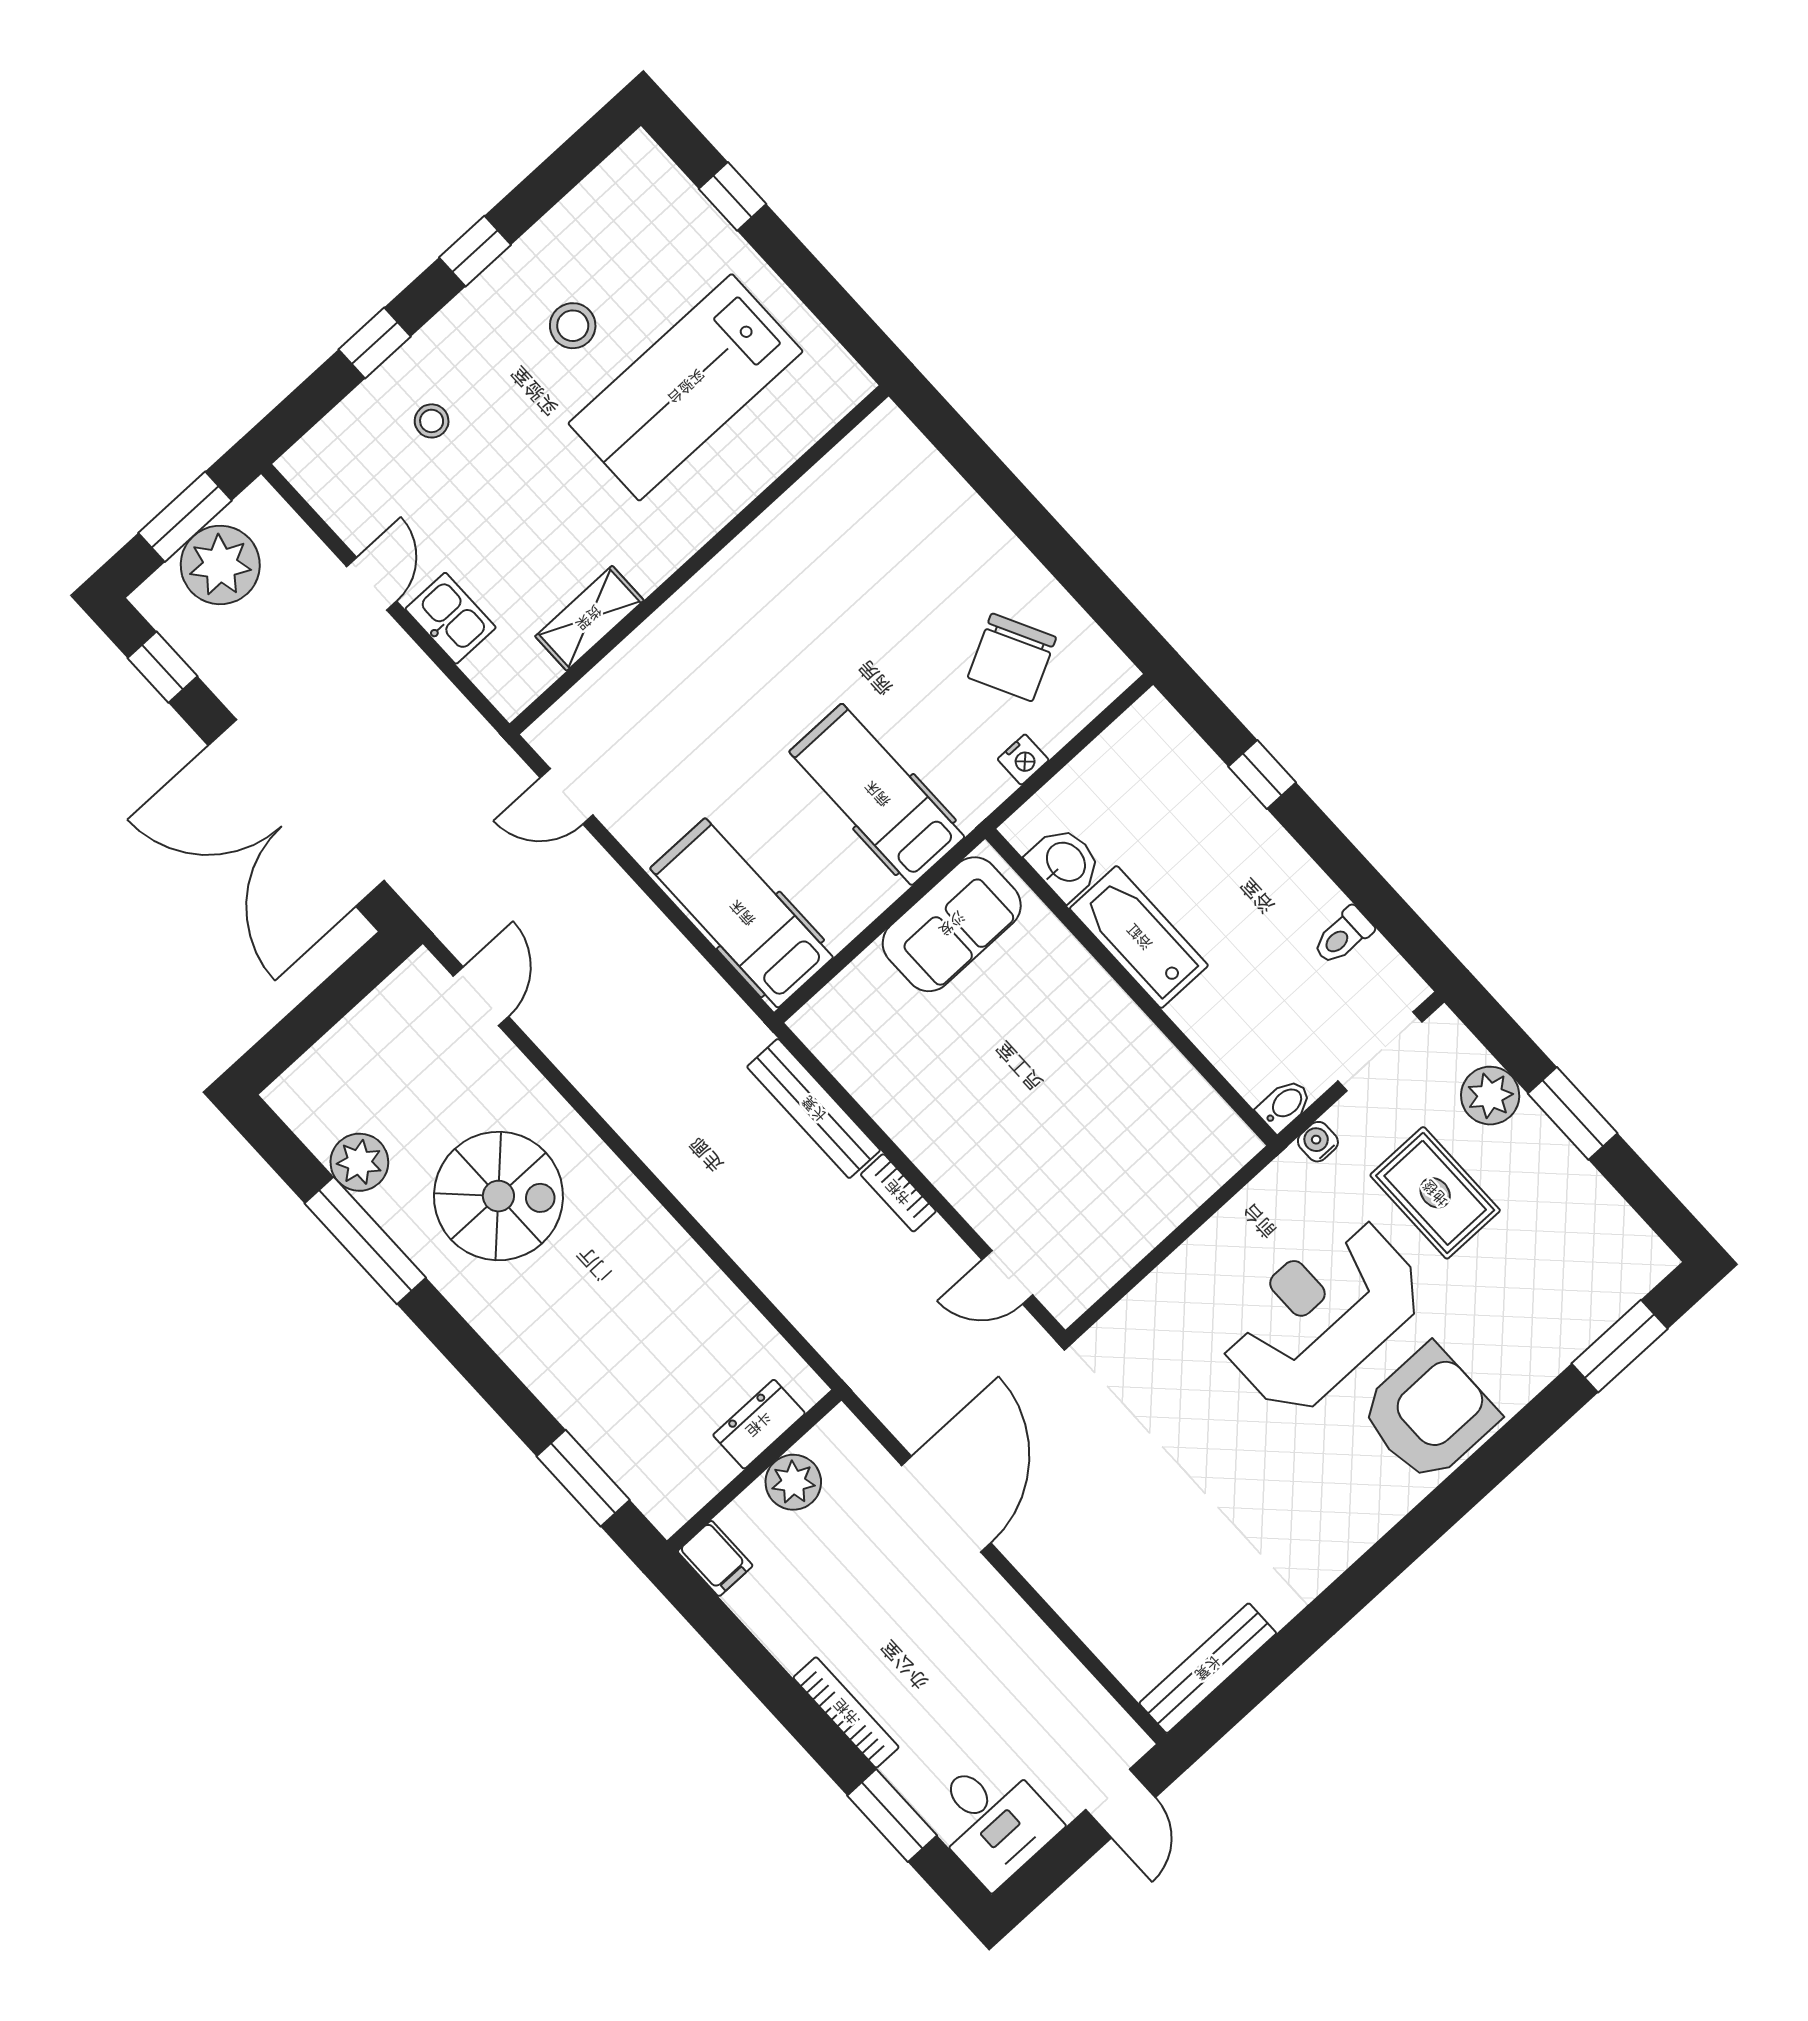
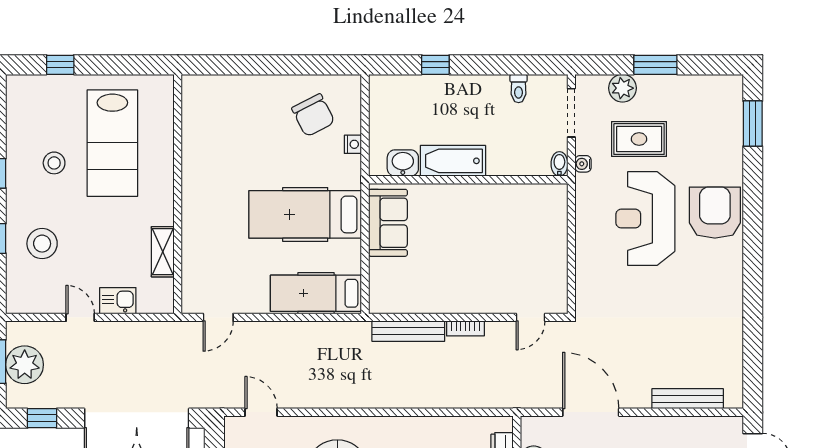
stool: (432, 421) -> (42, 244), width x1.89, depth x1.89
hospital bed: (877, 794) -> (305, 214), width x1.37, depth x1.29
bench: (1208, 1668) -> (688, 399), moved, turned 90

